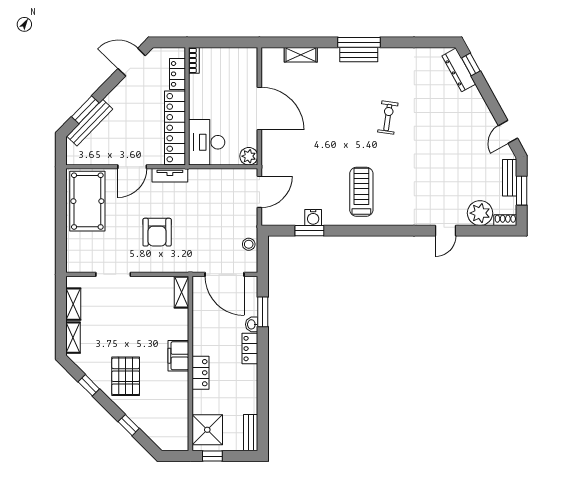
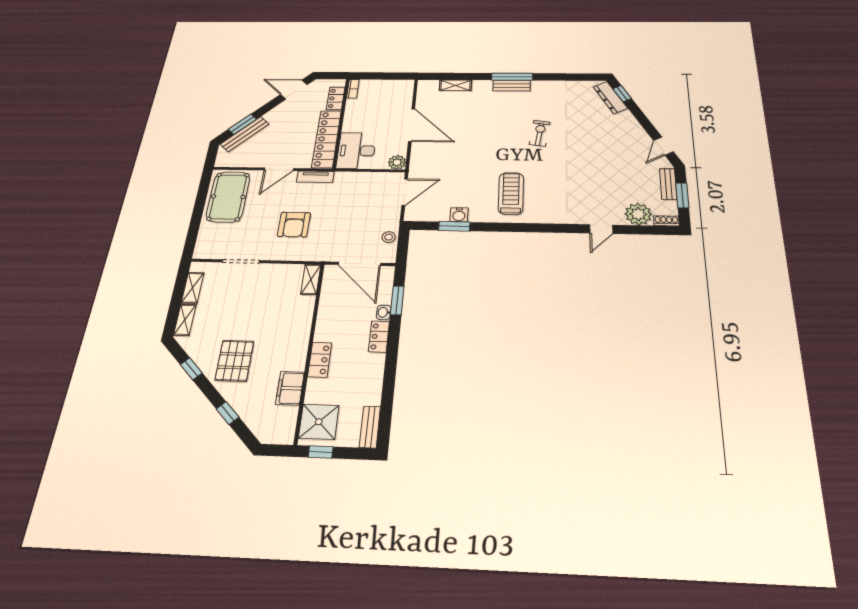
filing cabinet: (178, 356) -> (290, 388), moved

